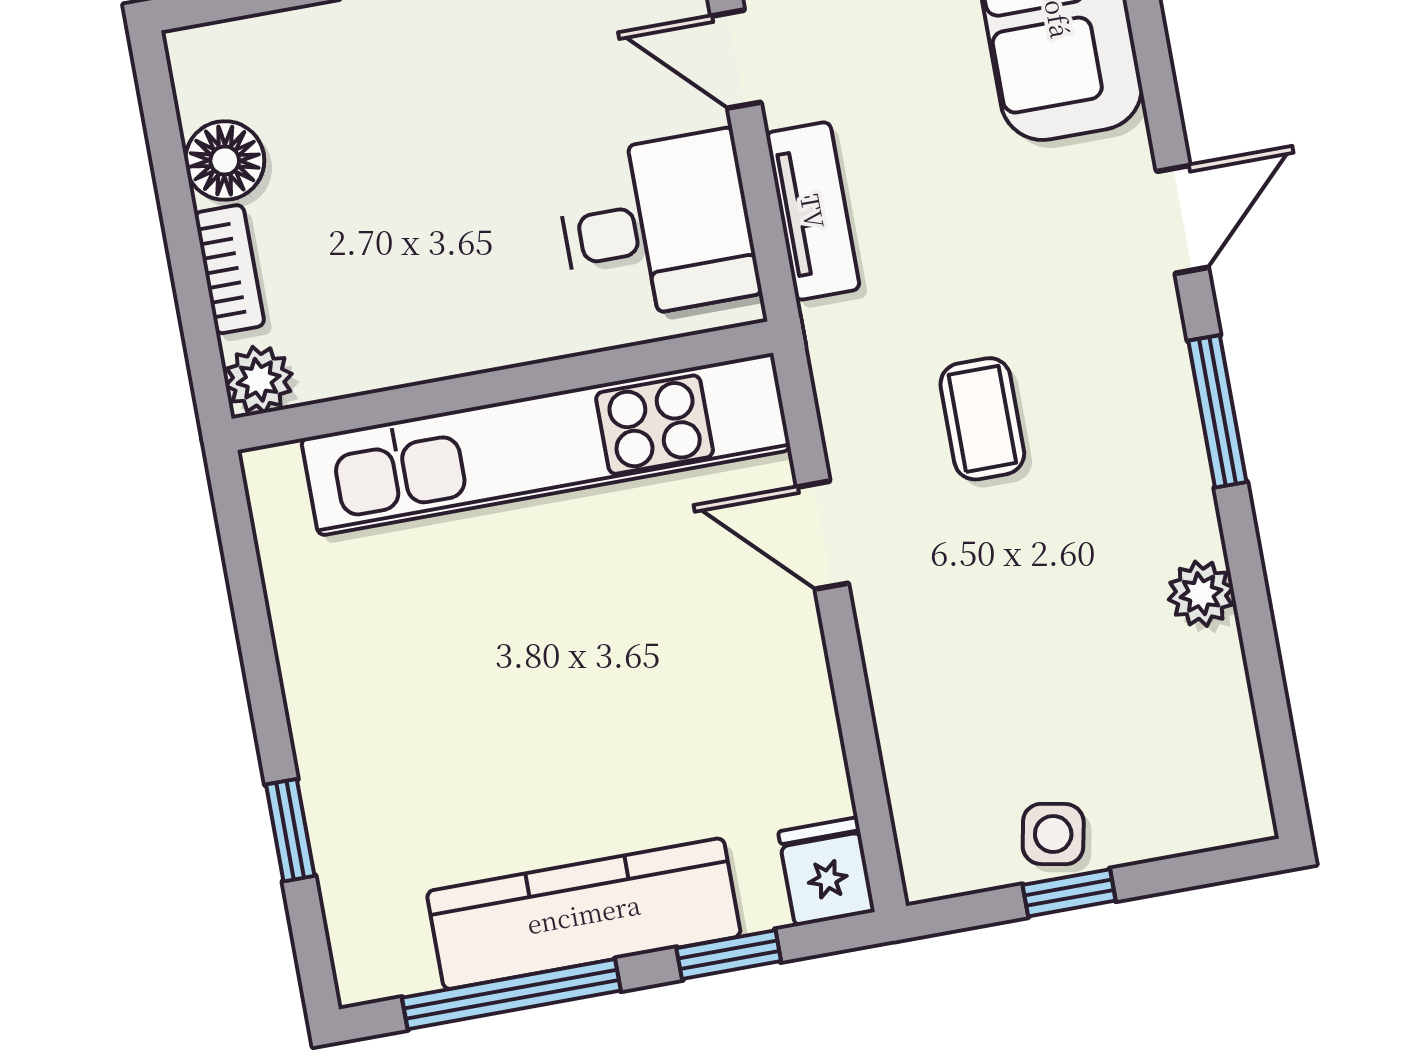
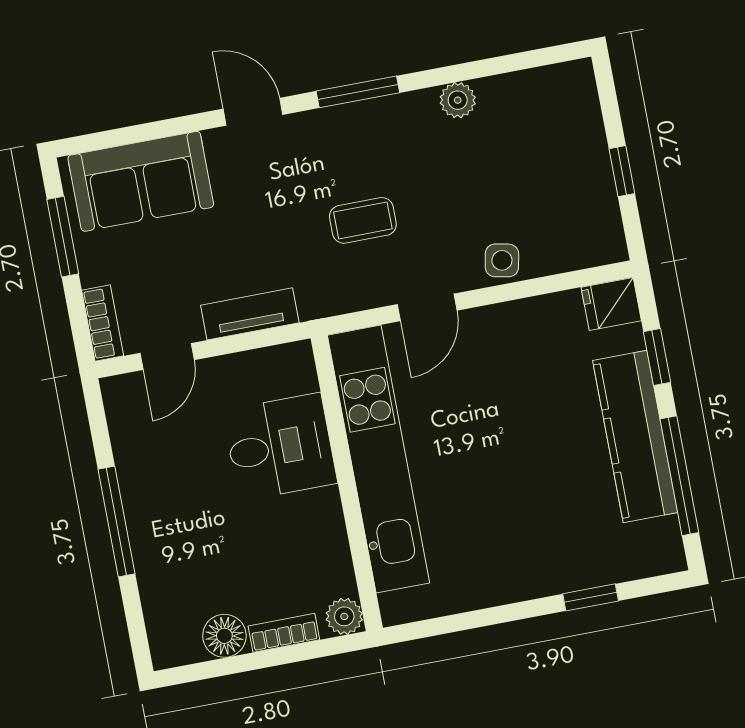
desk: (657, 227) -> (280, 447), moved, turned 90
side table: (1053, 834) -> (502, 260), moved

